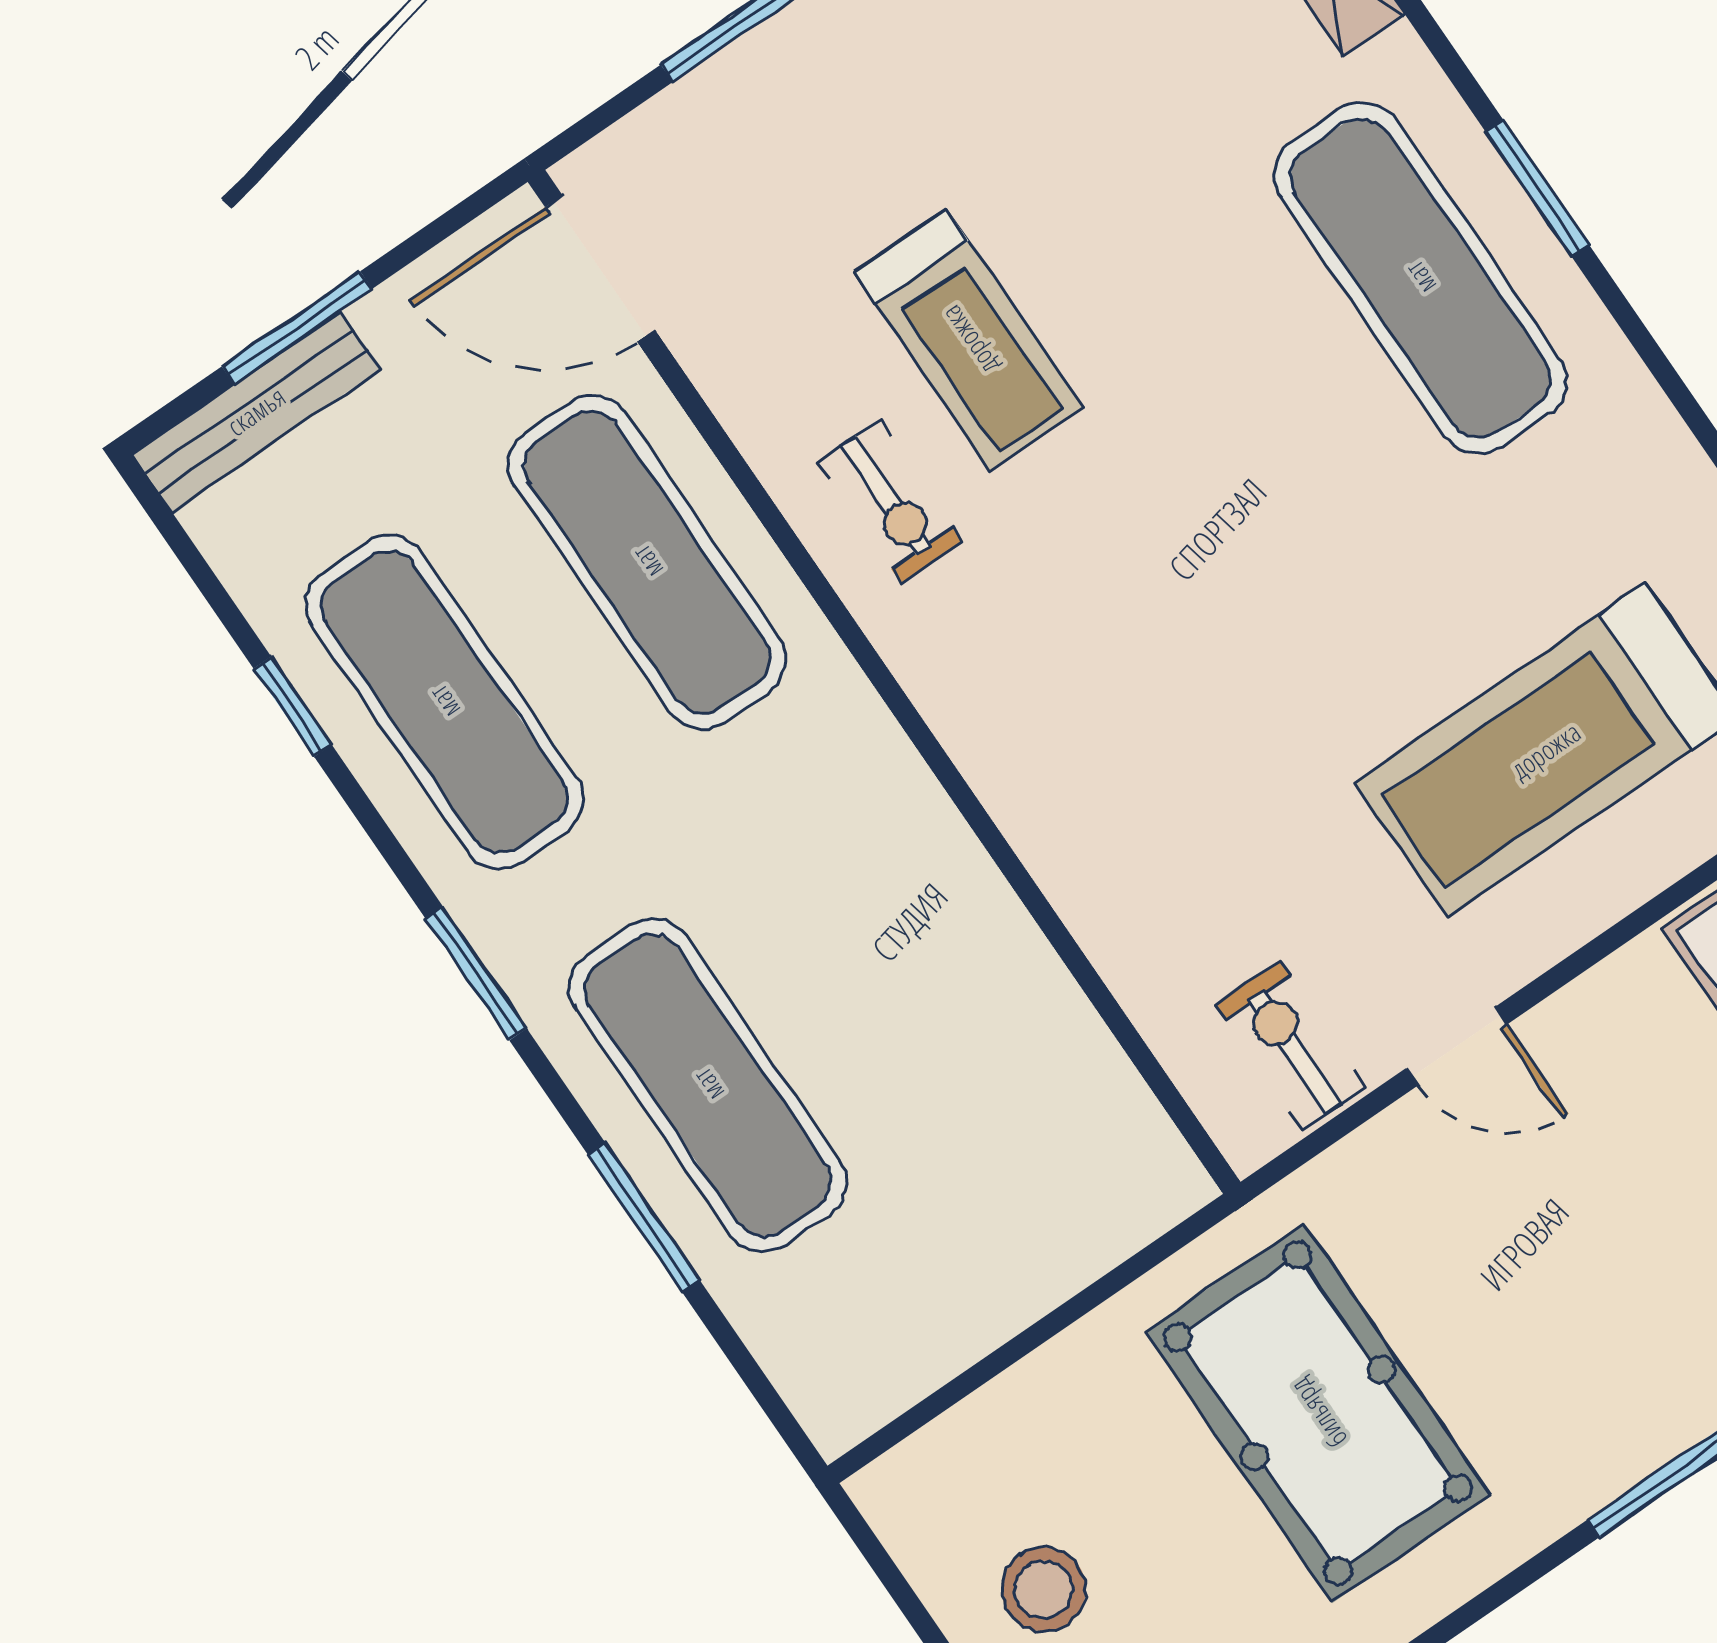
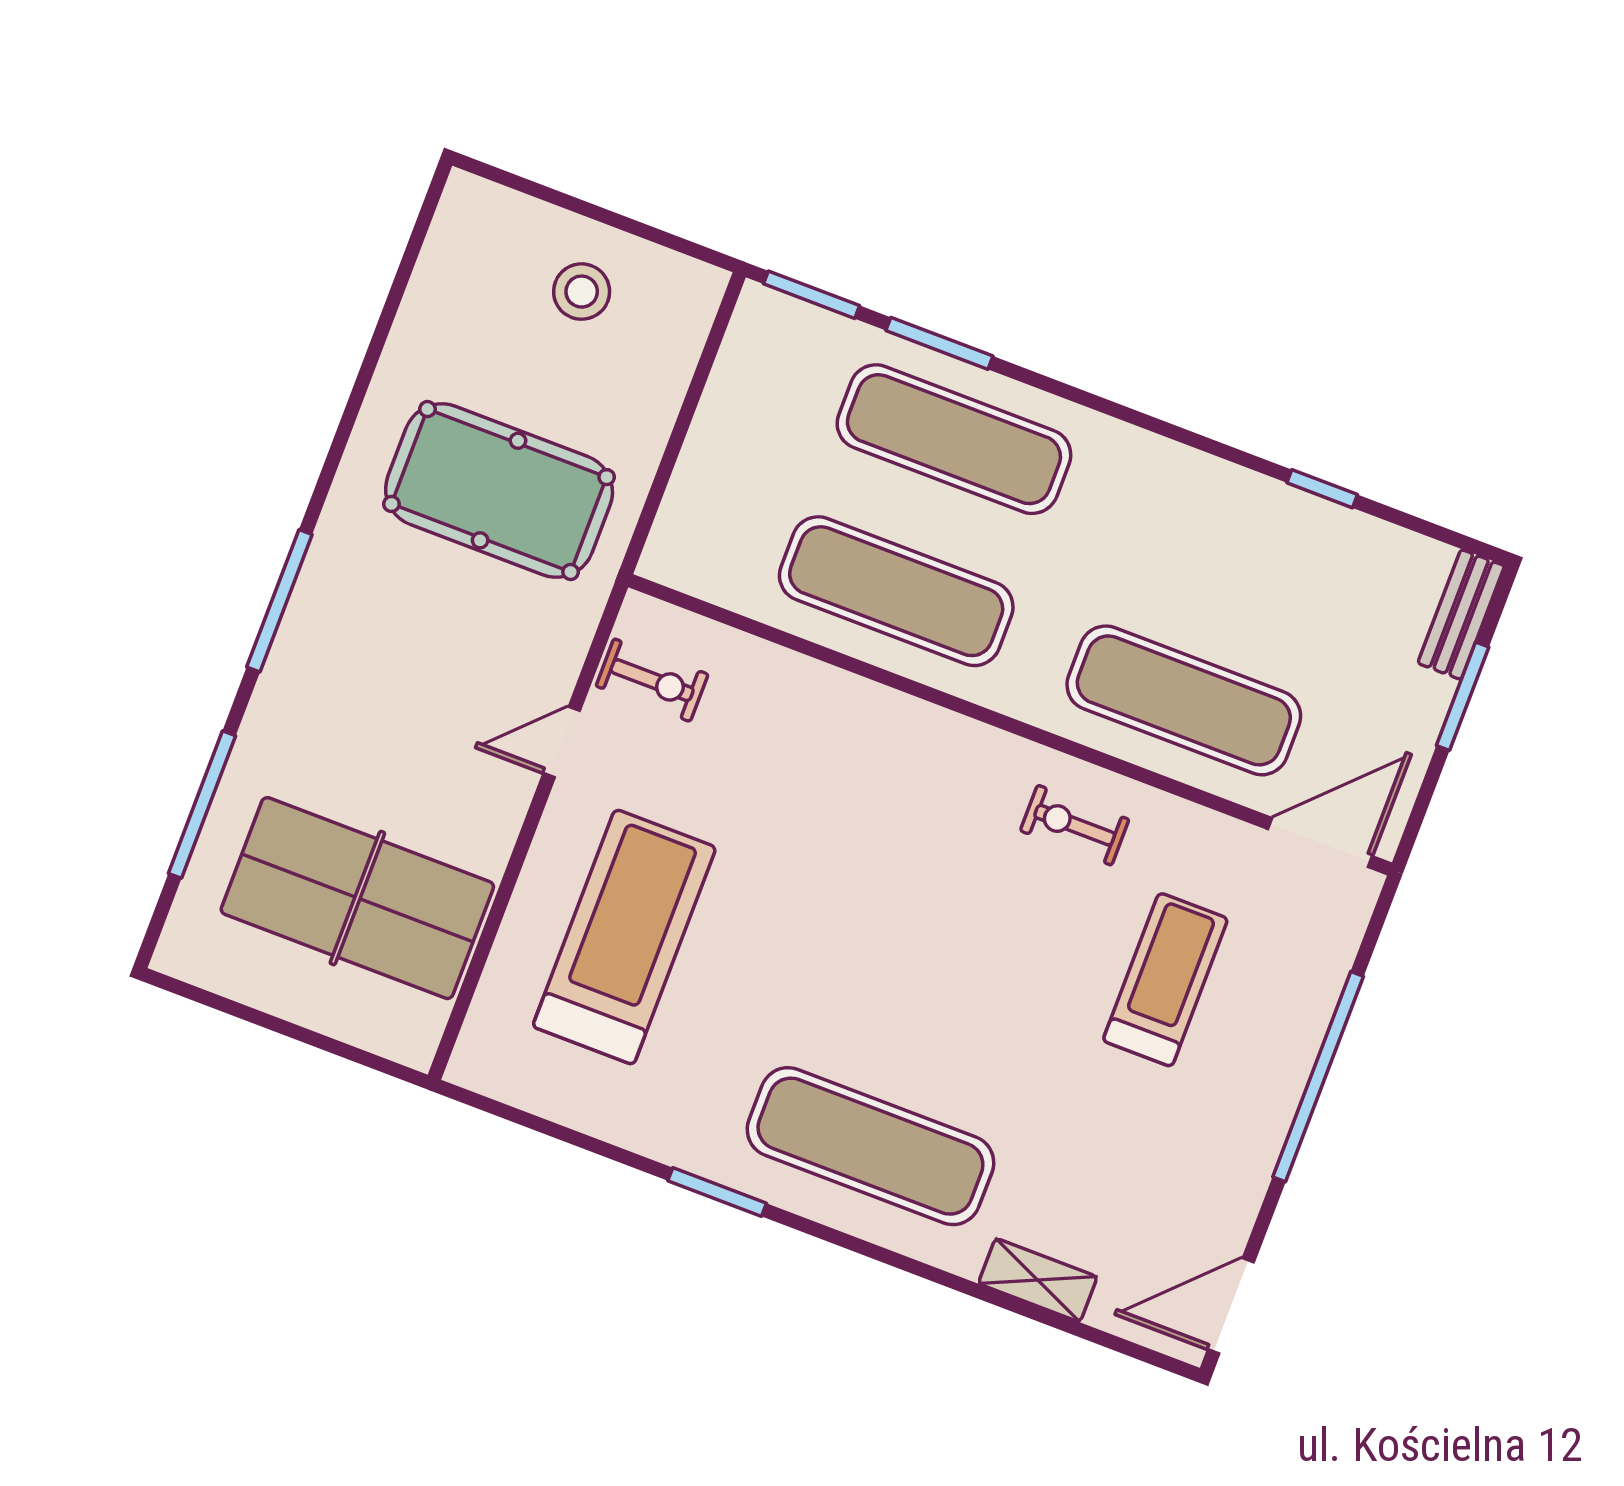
window: (1537, 188) -> (717, 1192), moved
treadmill: (969, 340) -> (1165, 980), moved, turned 90
bench: (256, 411) -> (1461, 614), width x0.73
exercise mat: (444, 702) -> (896, 591), moved
window: (476, 974) -> (811, 295), moved

